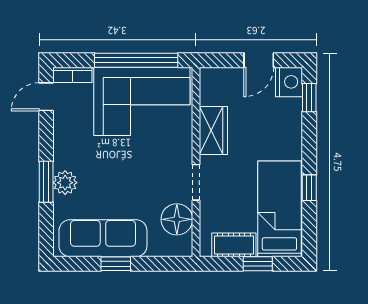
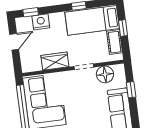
door: (259, 60) -> (14, 42), hinge flipped
nightstand: (289, 82) -> (41, 22), moved
window: (116, 264) -> (131, 90), moved

